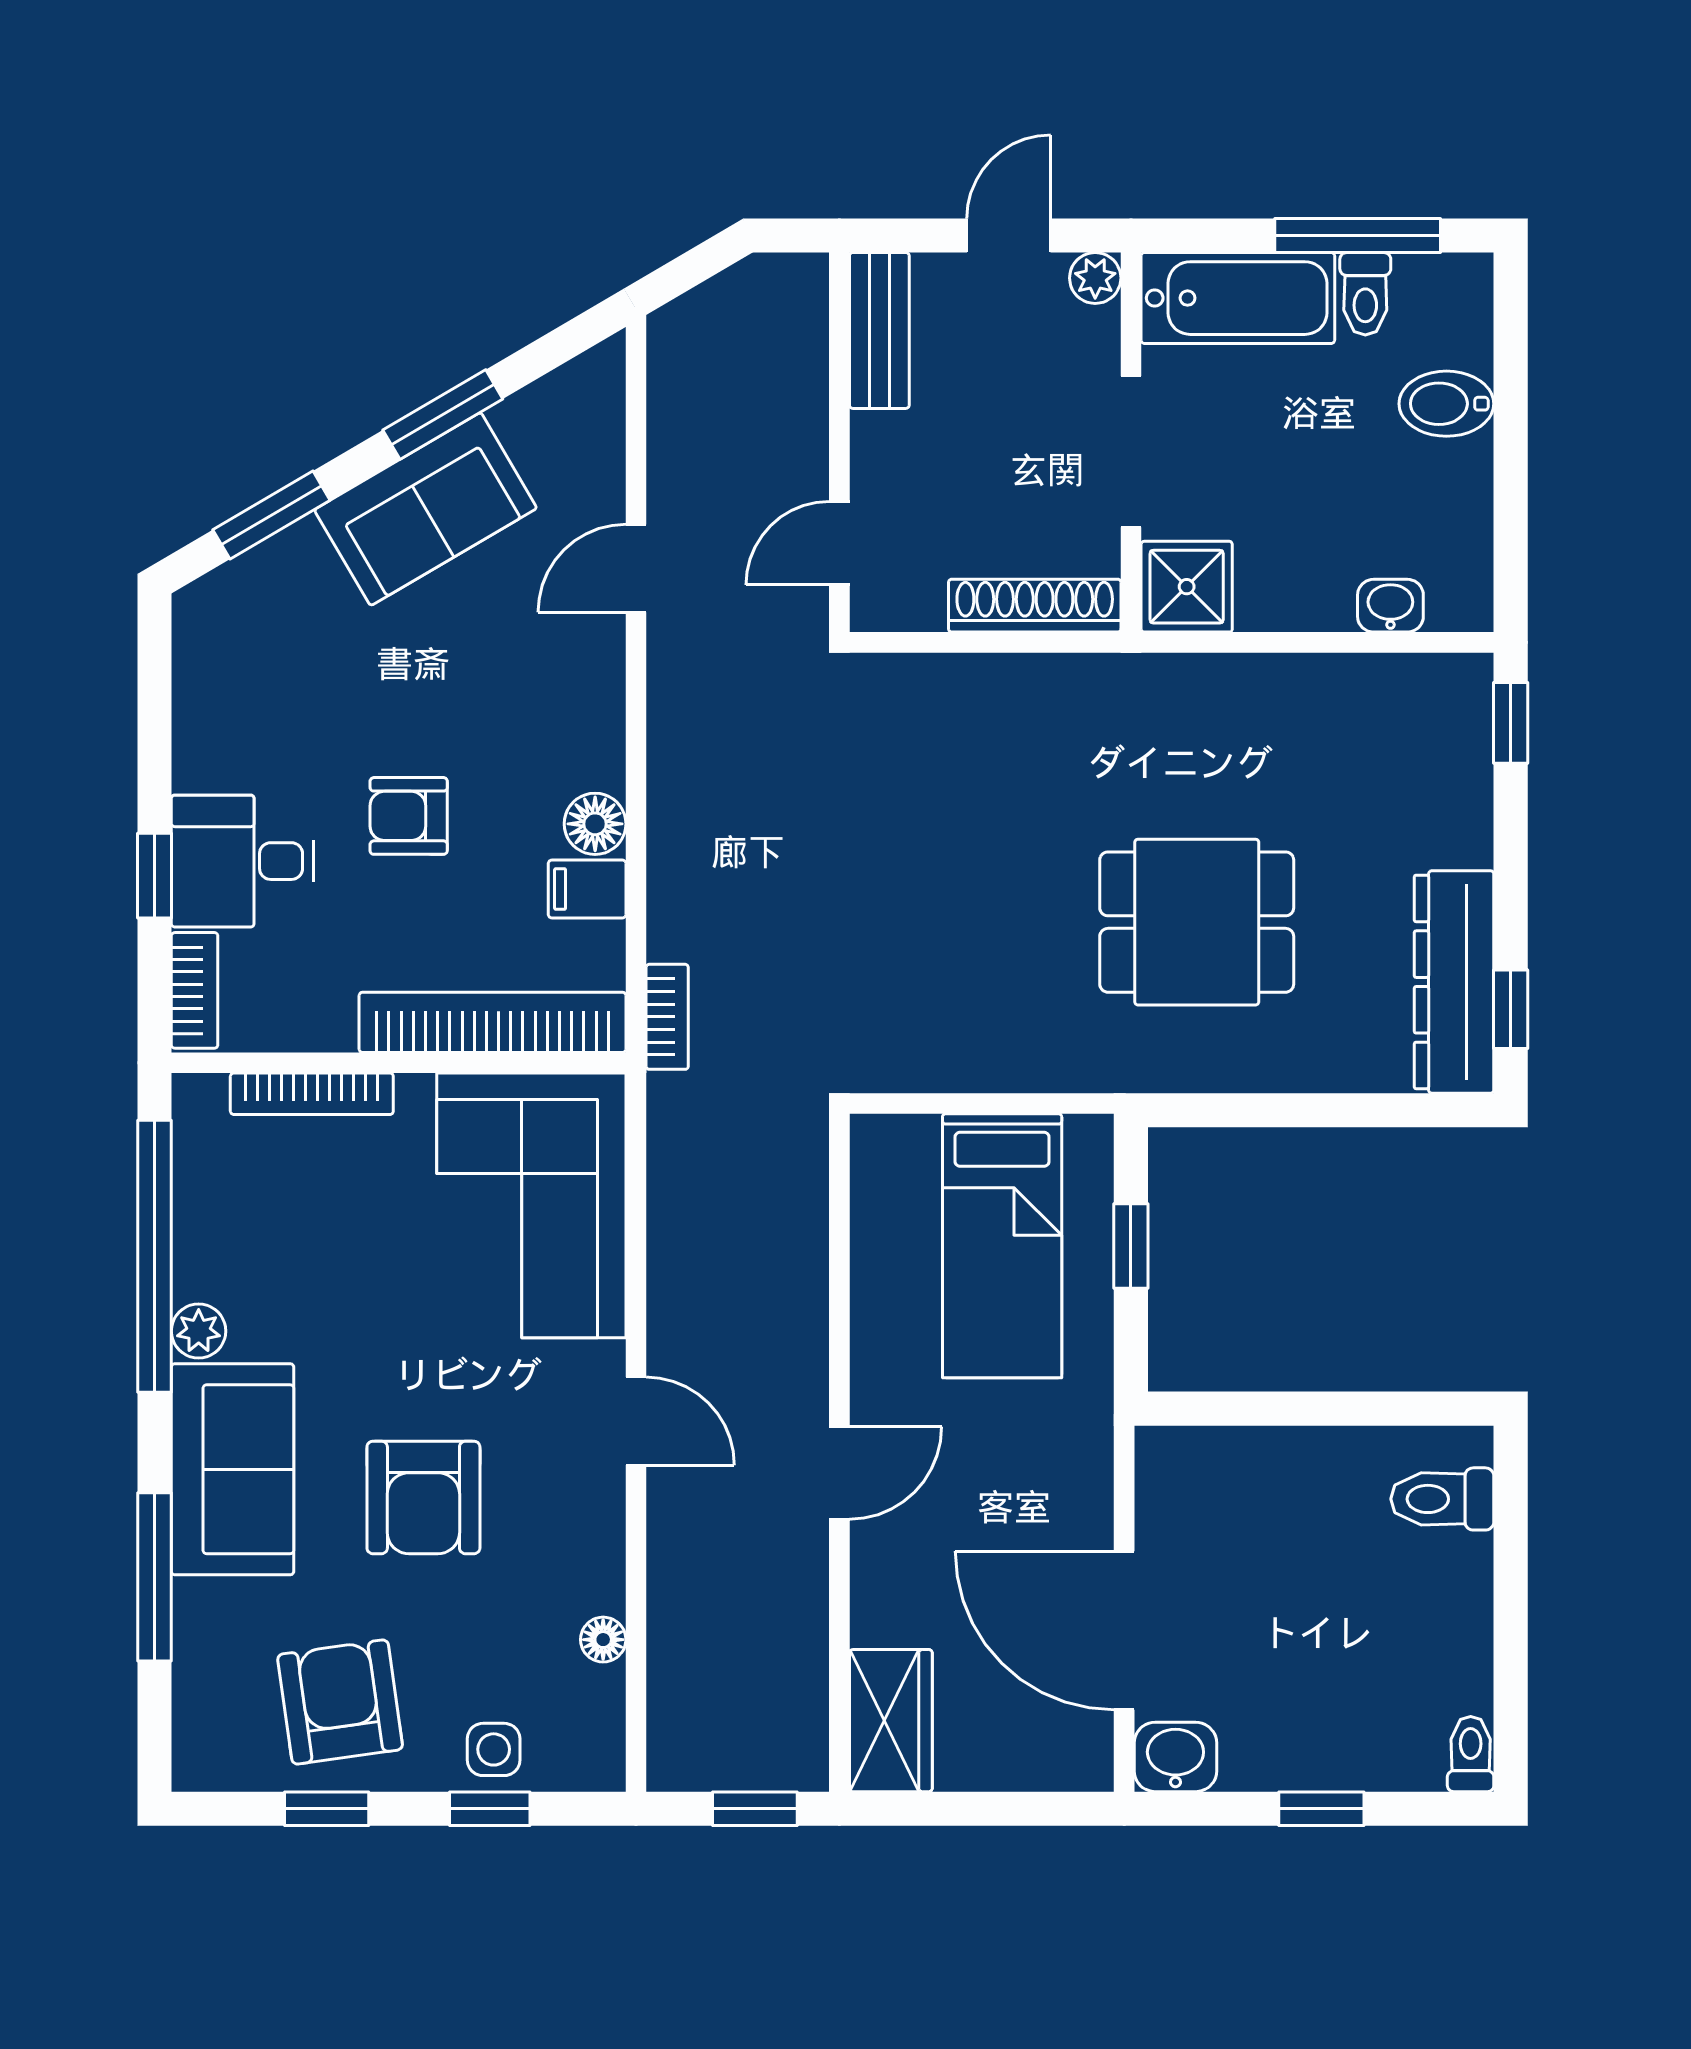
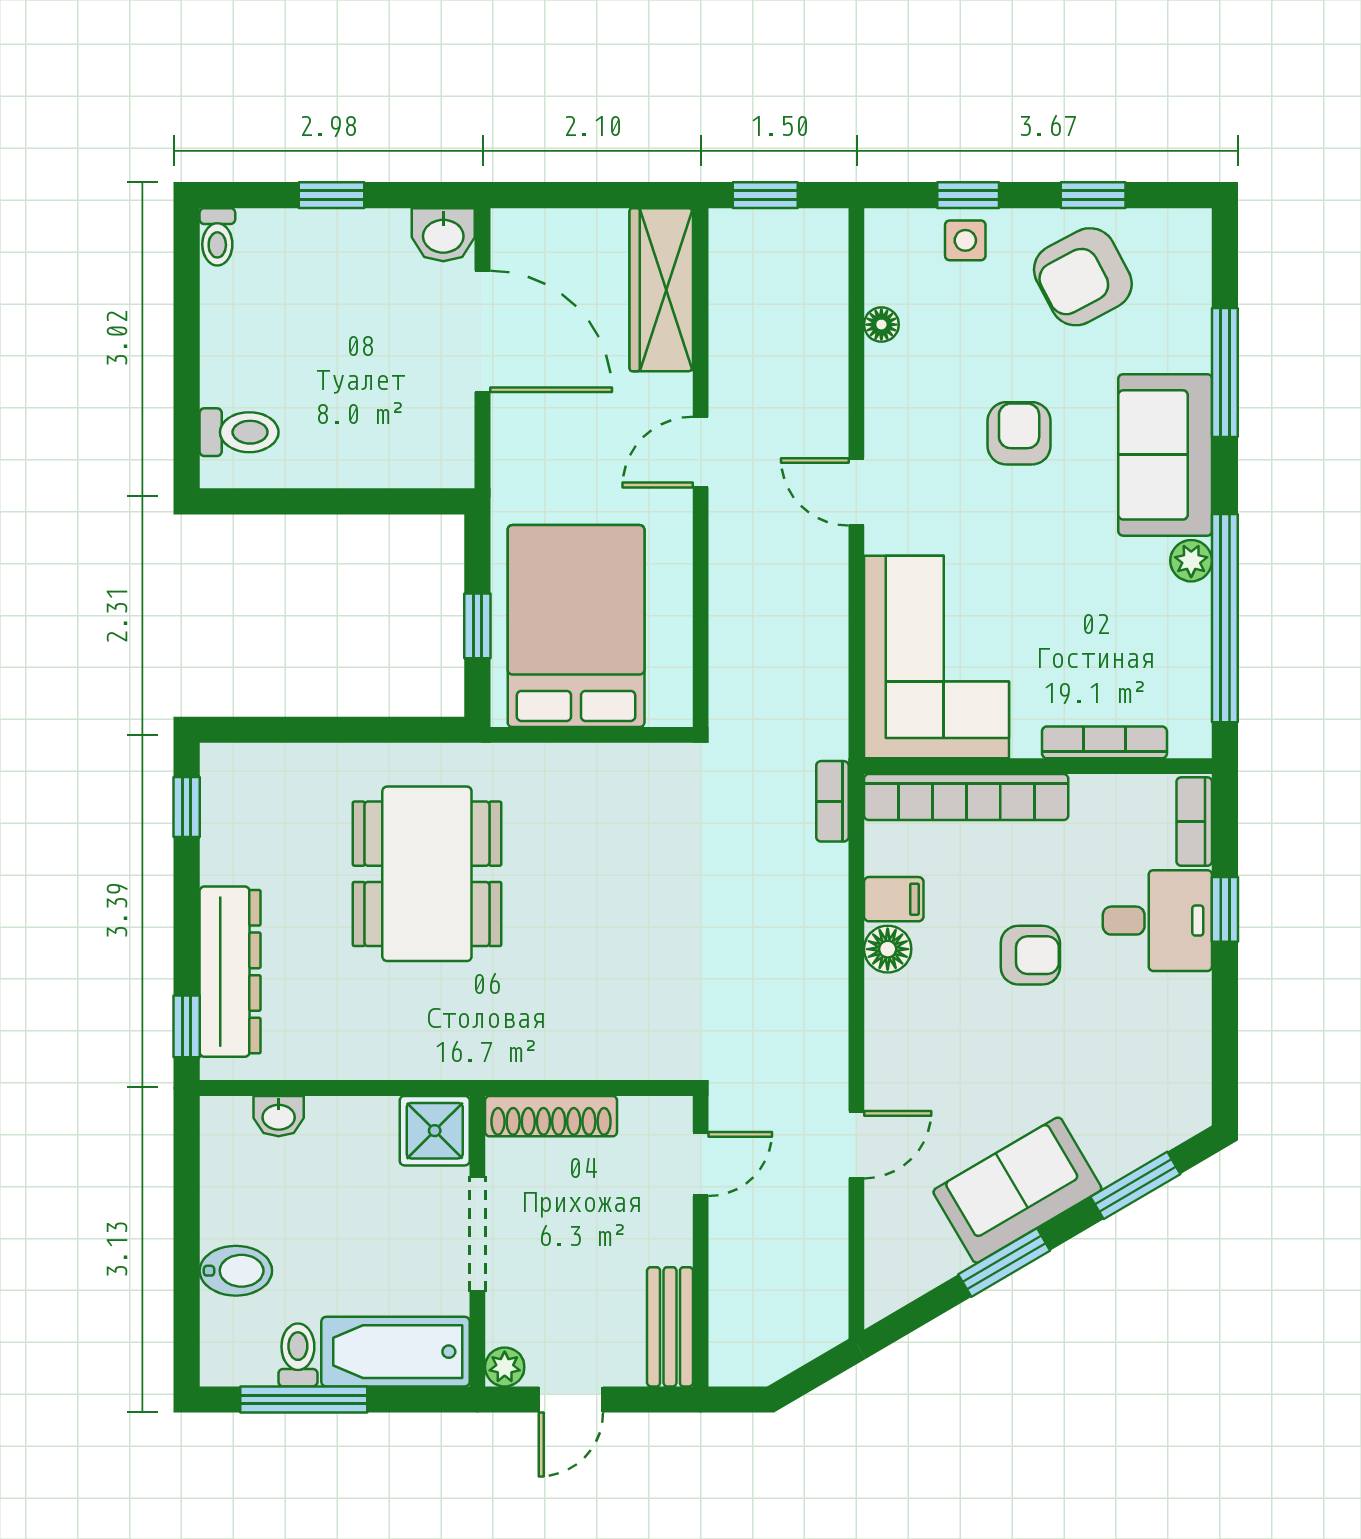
dining table: (1197, 922) -> (427, 874), width x1.38
dresser: (1454, 982) -> (230, 972), moved
bed: (1002, 1246) -> (576, 626), width x1.50
armchair: (423, 1497) -> (1019, 433), width x0.72, depth x0.72
armchair: (340, 1702) -> (1083, 277), turned 70
wardrobe: (891, 1721) -> (661, 290), width x1.50

